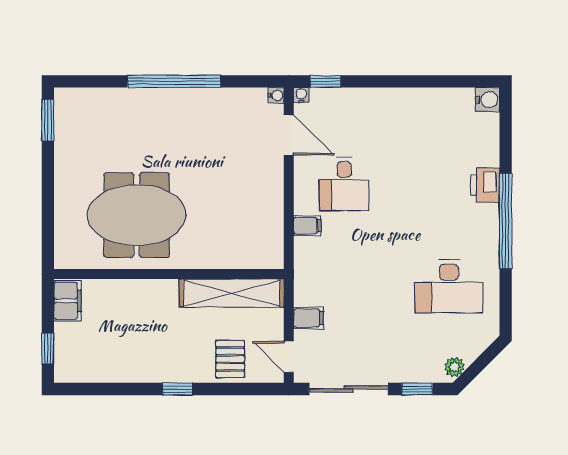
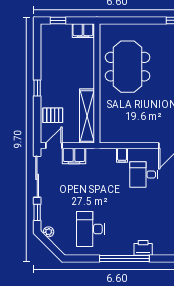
filing cabinet: (309, 318) -> (74, 156), width x2.00

